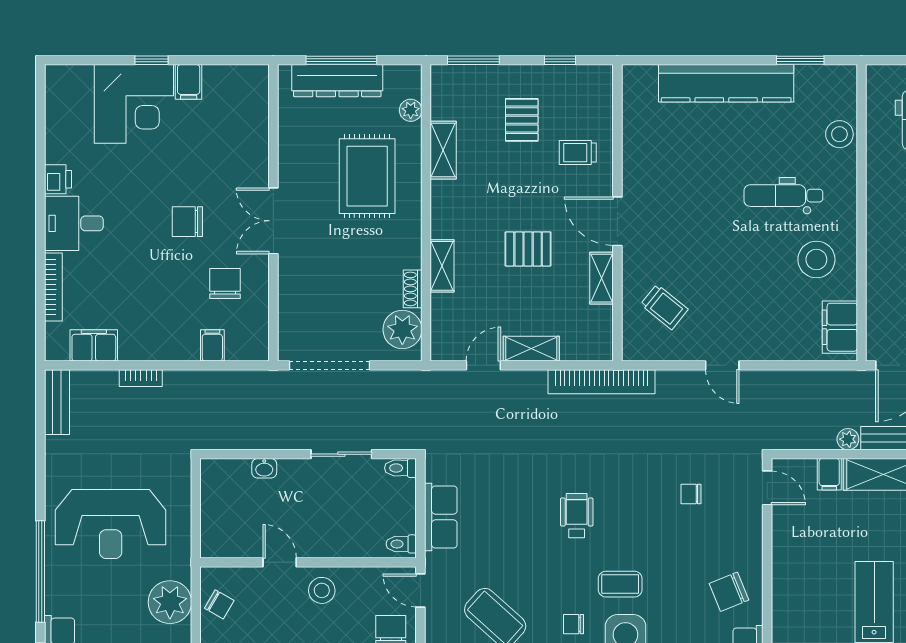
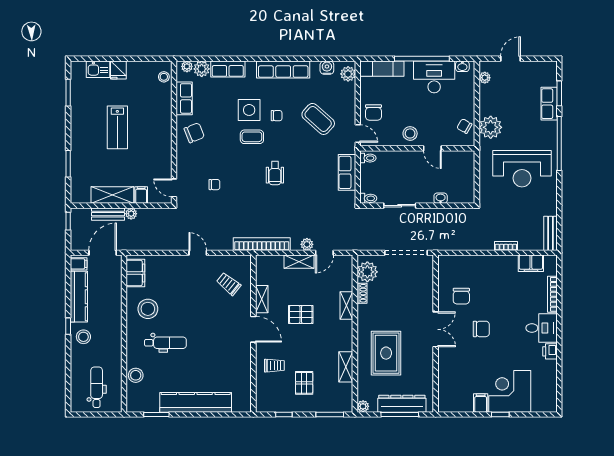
plant: (411, 110) -> (363, 406), moved
filing cabinet: (212, 345) -> (468, 263), removed
plant: (516, 381) -> (307, 244), added
reception desk: (111, 524) -> (522, 169), turned 180

